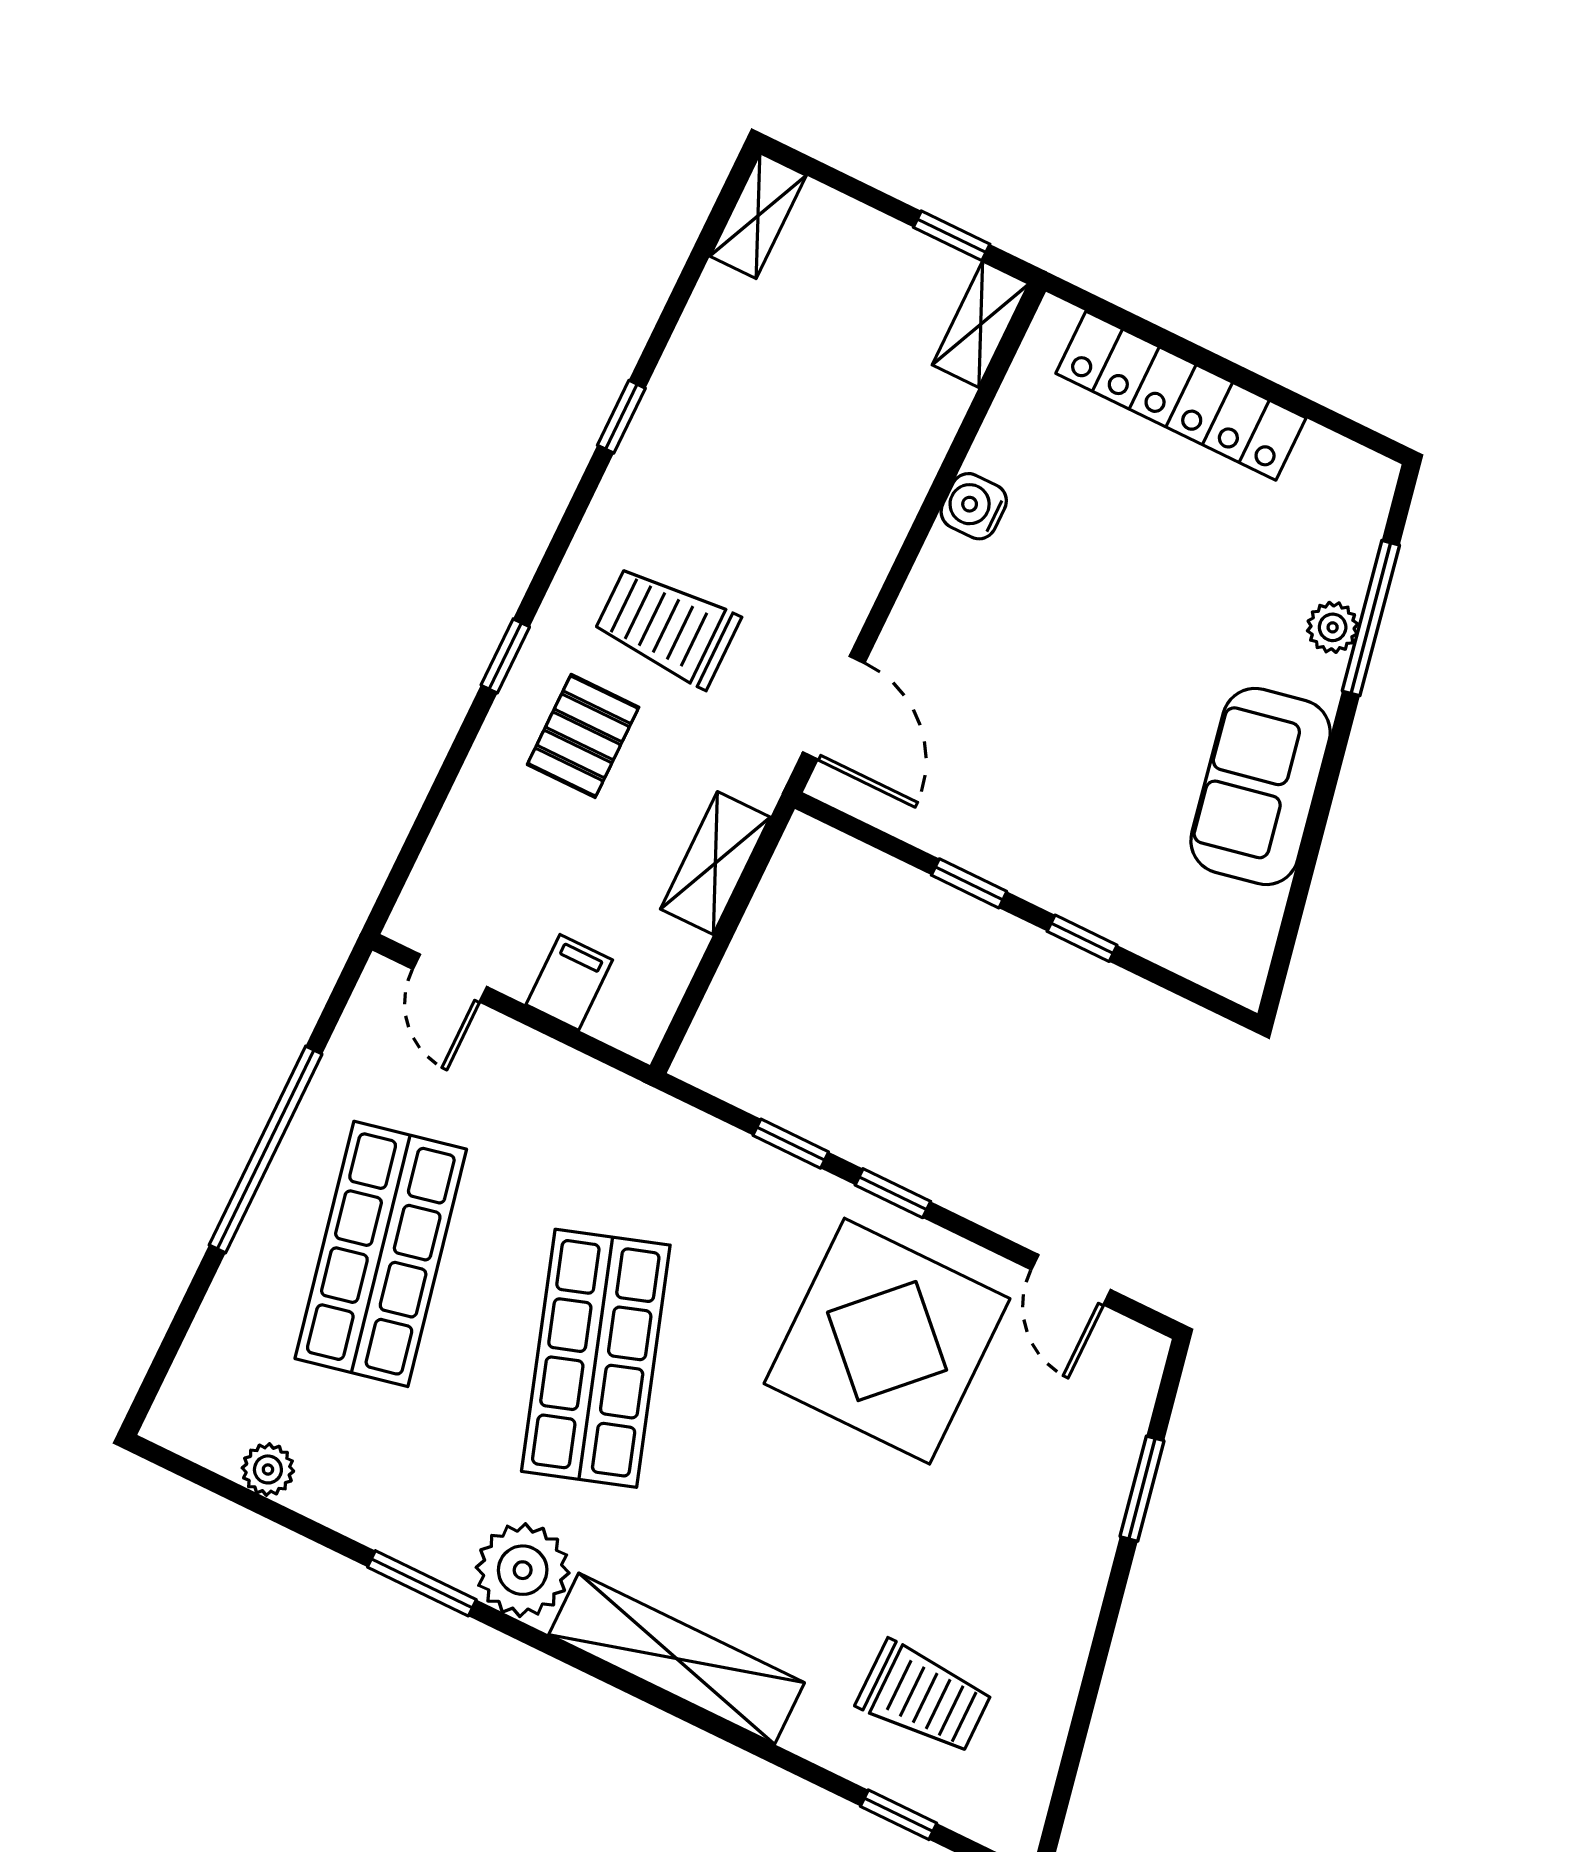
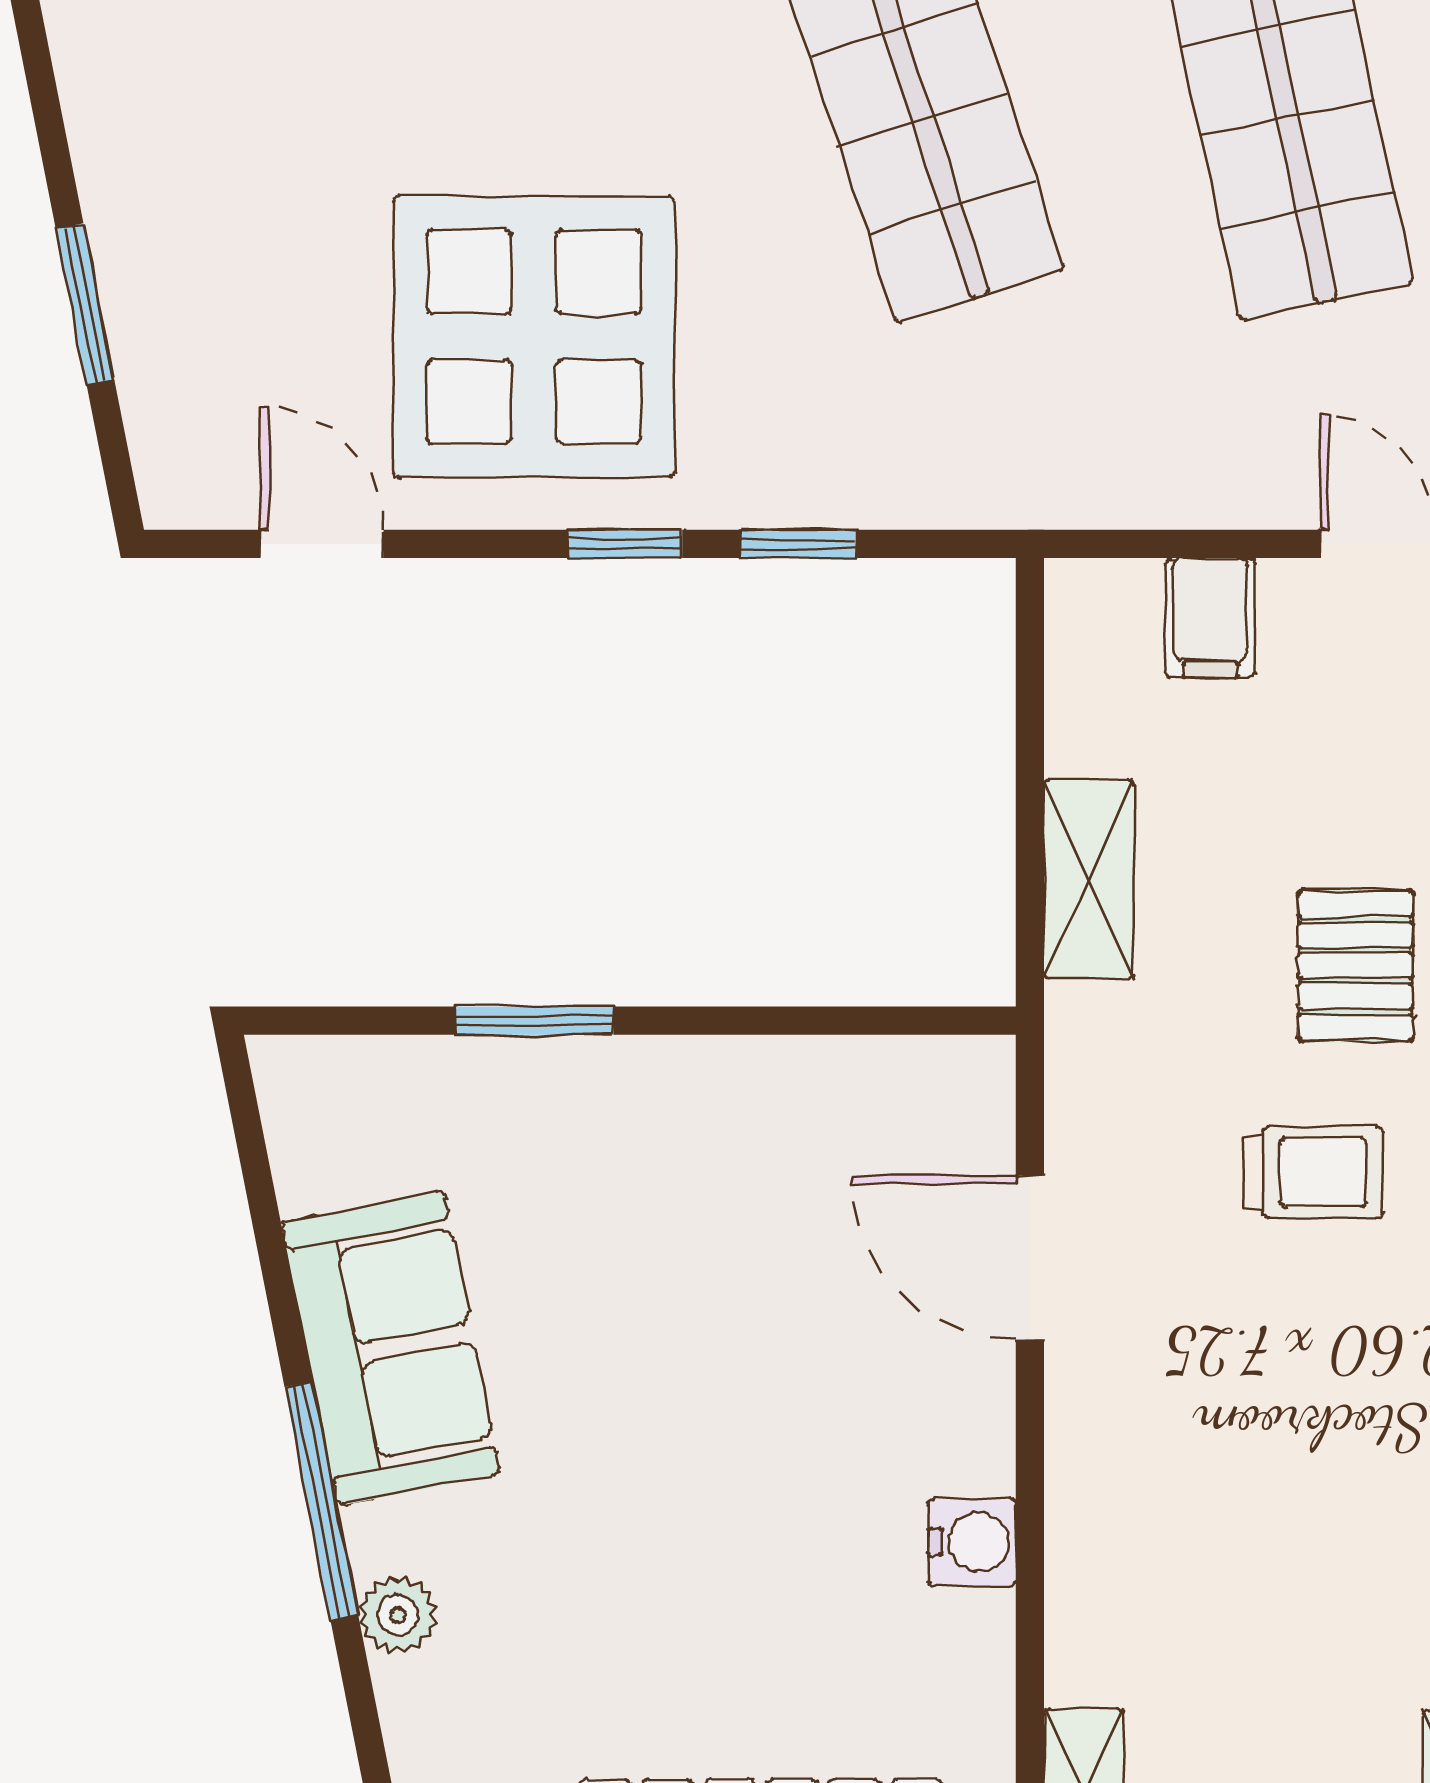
window: (1371, 618) -> (321, 1501), moved
trolley: (667, 626) -> (1313, 1172), width x0.73, depth x0.72
door: (834, 708) -> (1030, 1258), moved
window: (969, 883) -> (727, 1021), removed
window: (1082, 938) -> (535, 1021), width x1.50

